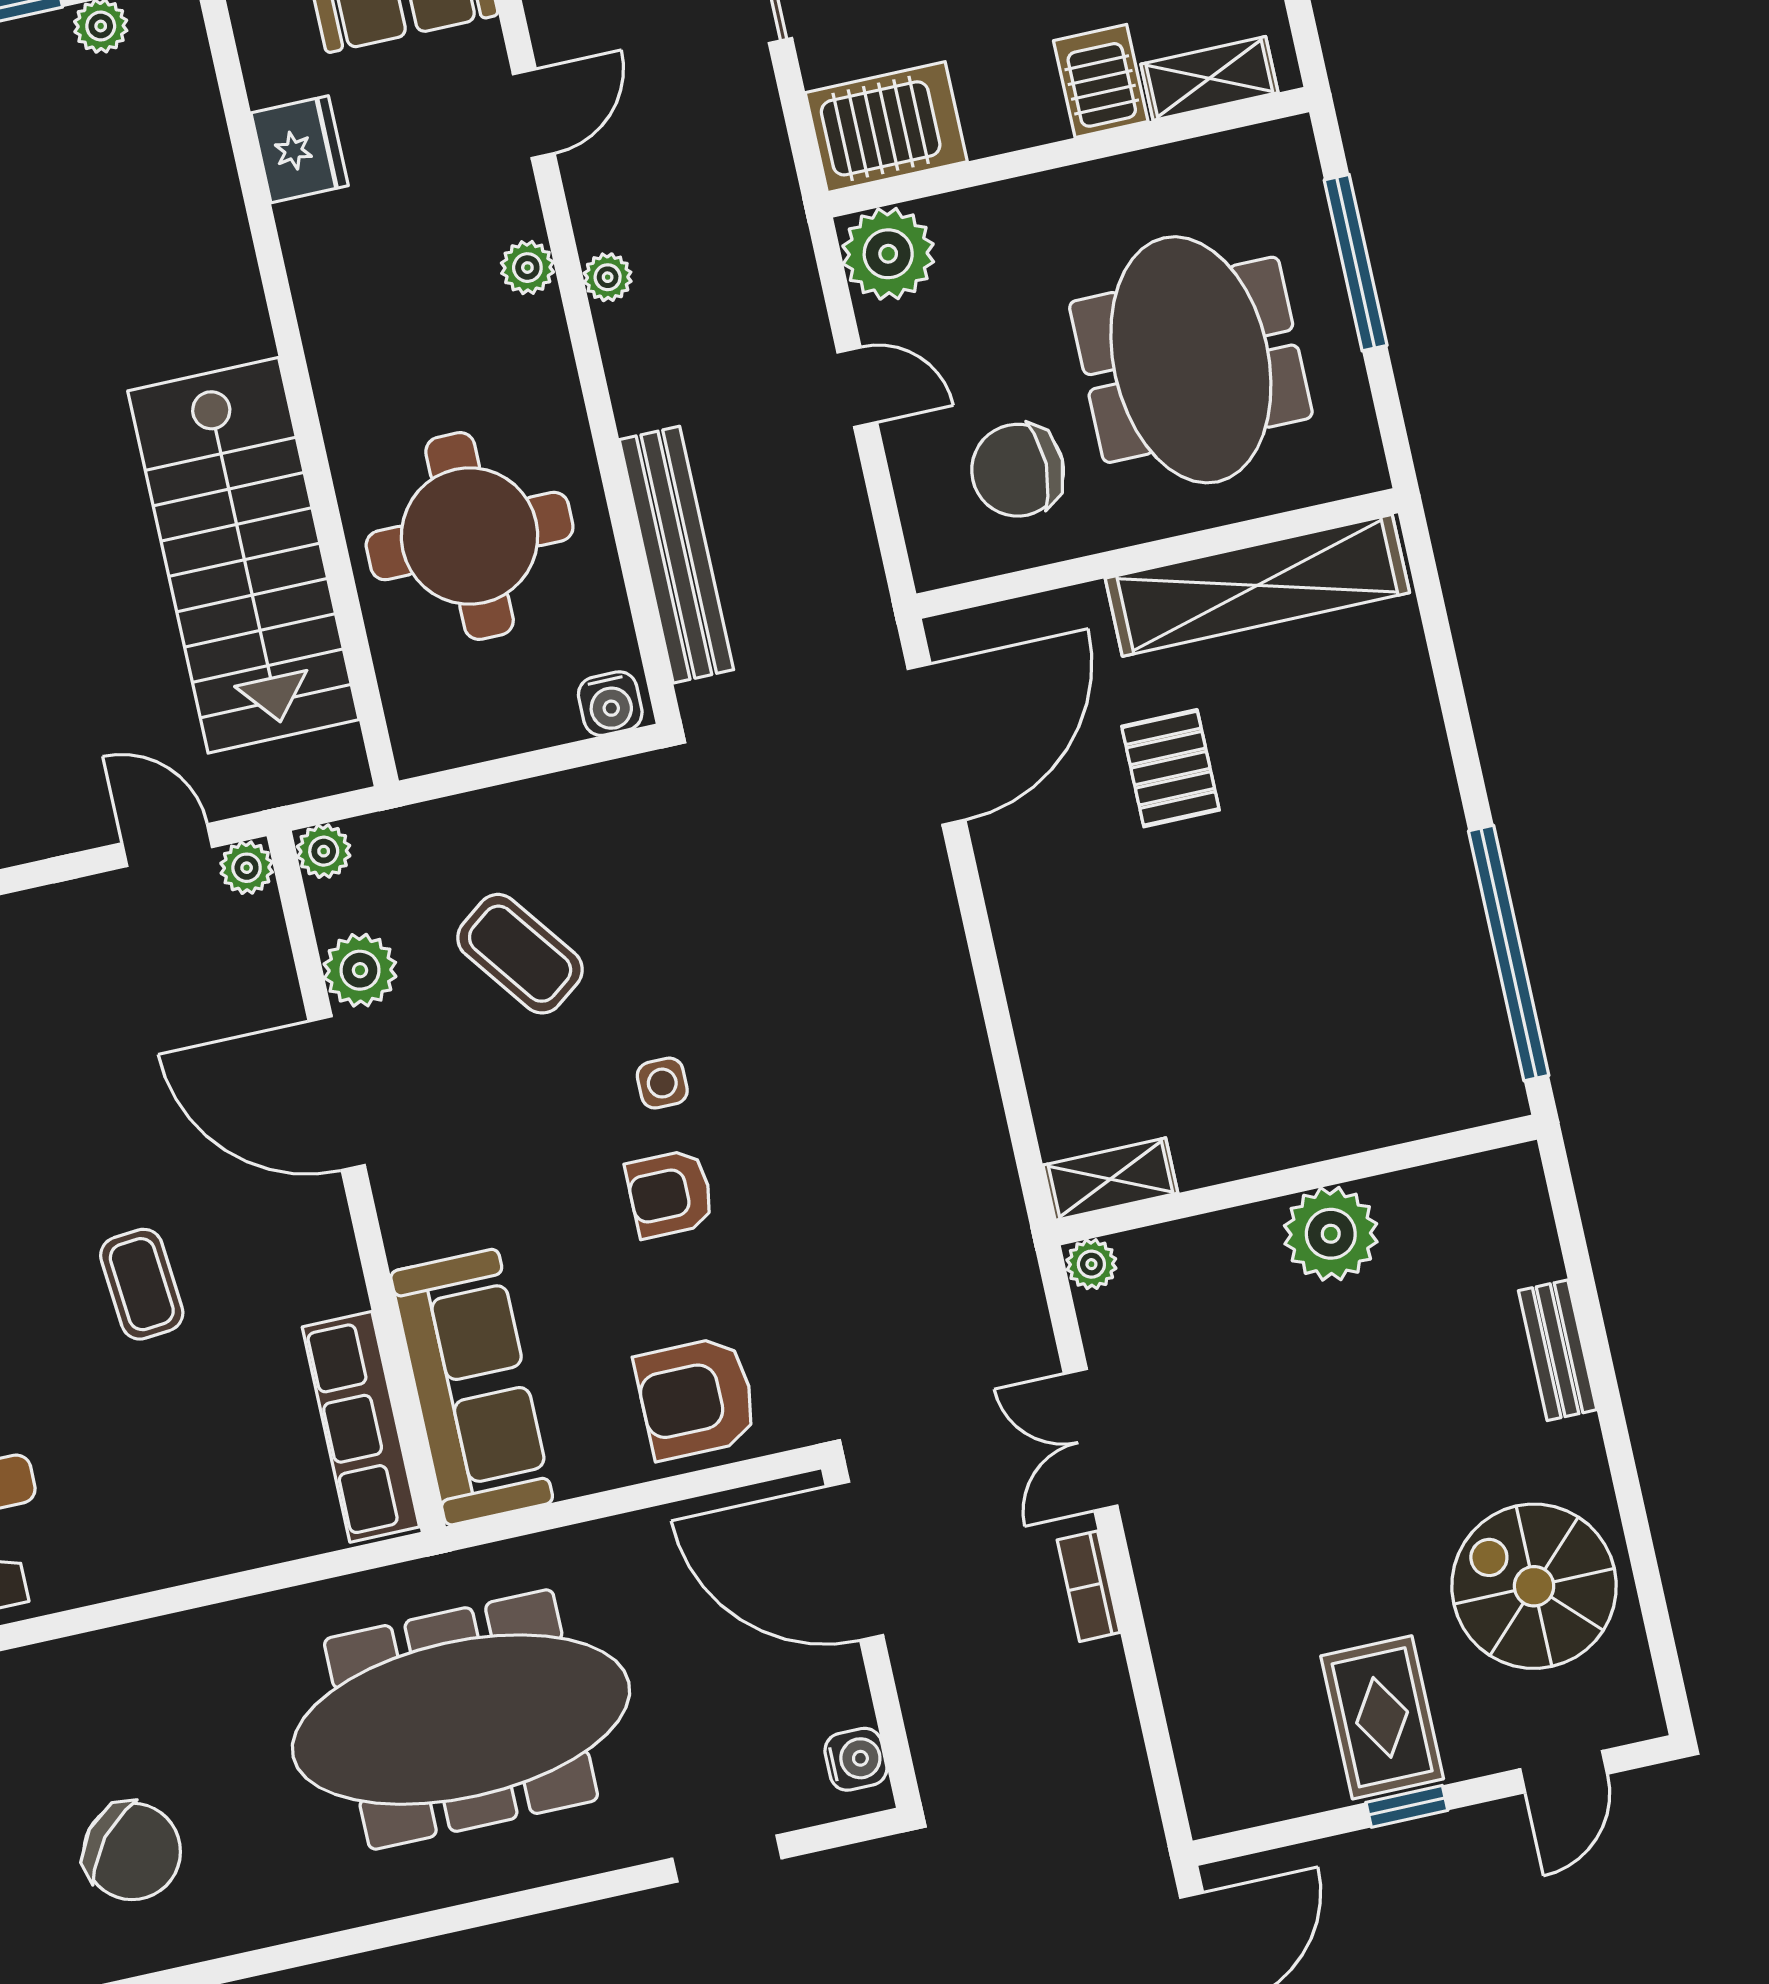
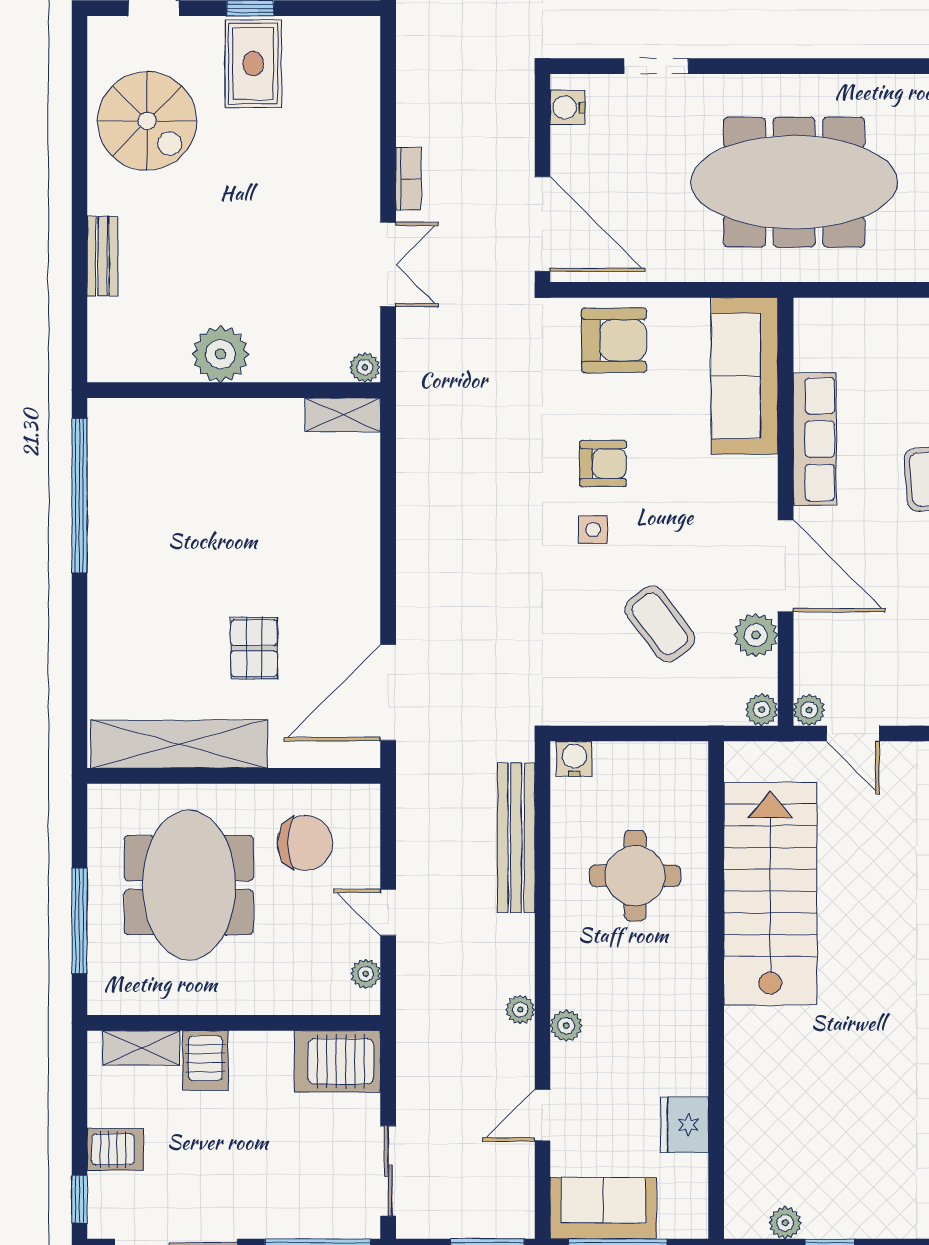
plant: (888, 254) -> (366, 974), width x0.53, depth x0.53
round table: (470, 536) -> (635, 876), width x0.73, depth x0.73
row of seats: (361, 1427) -> (815, 439), moved

